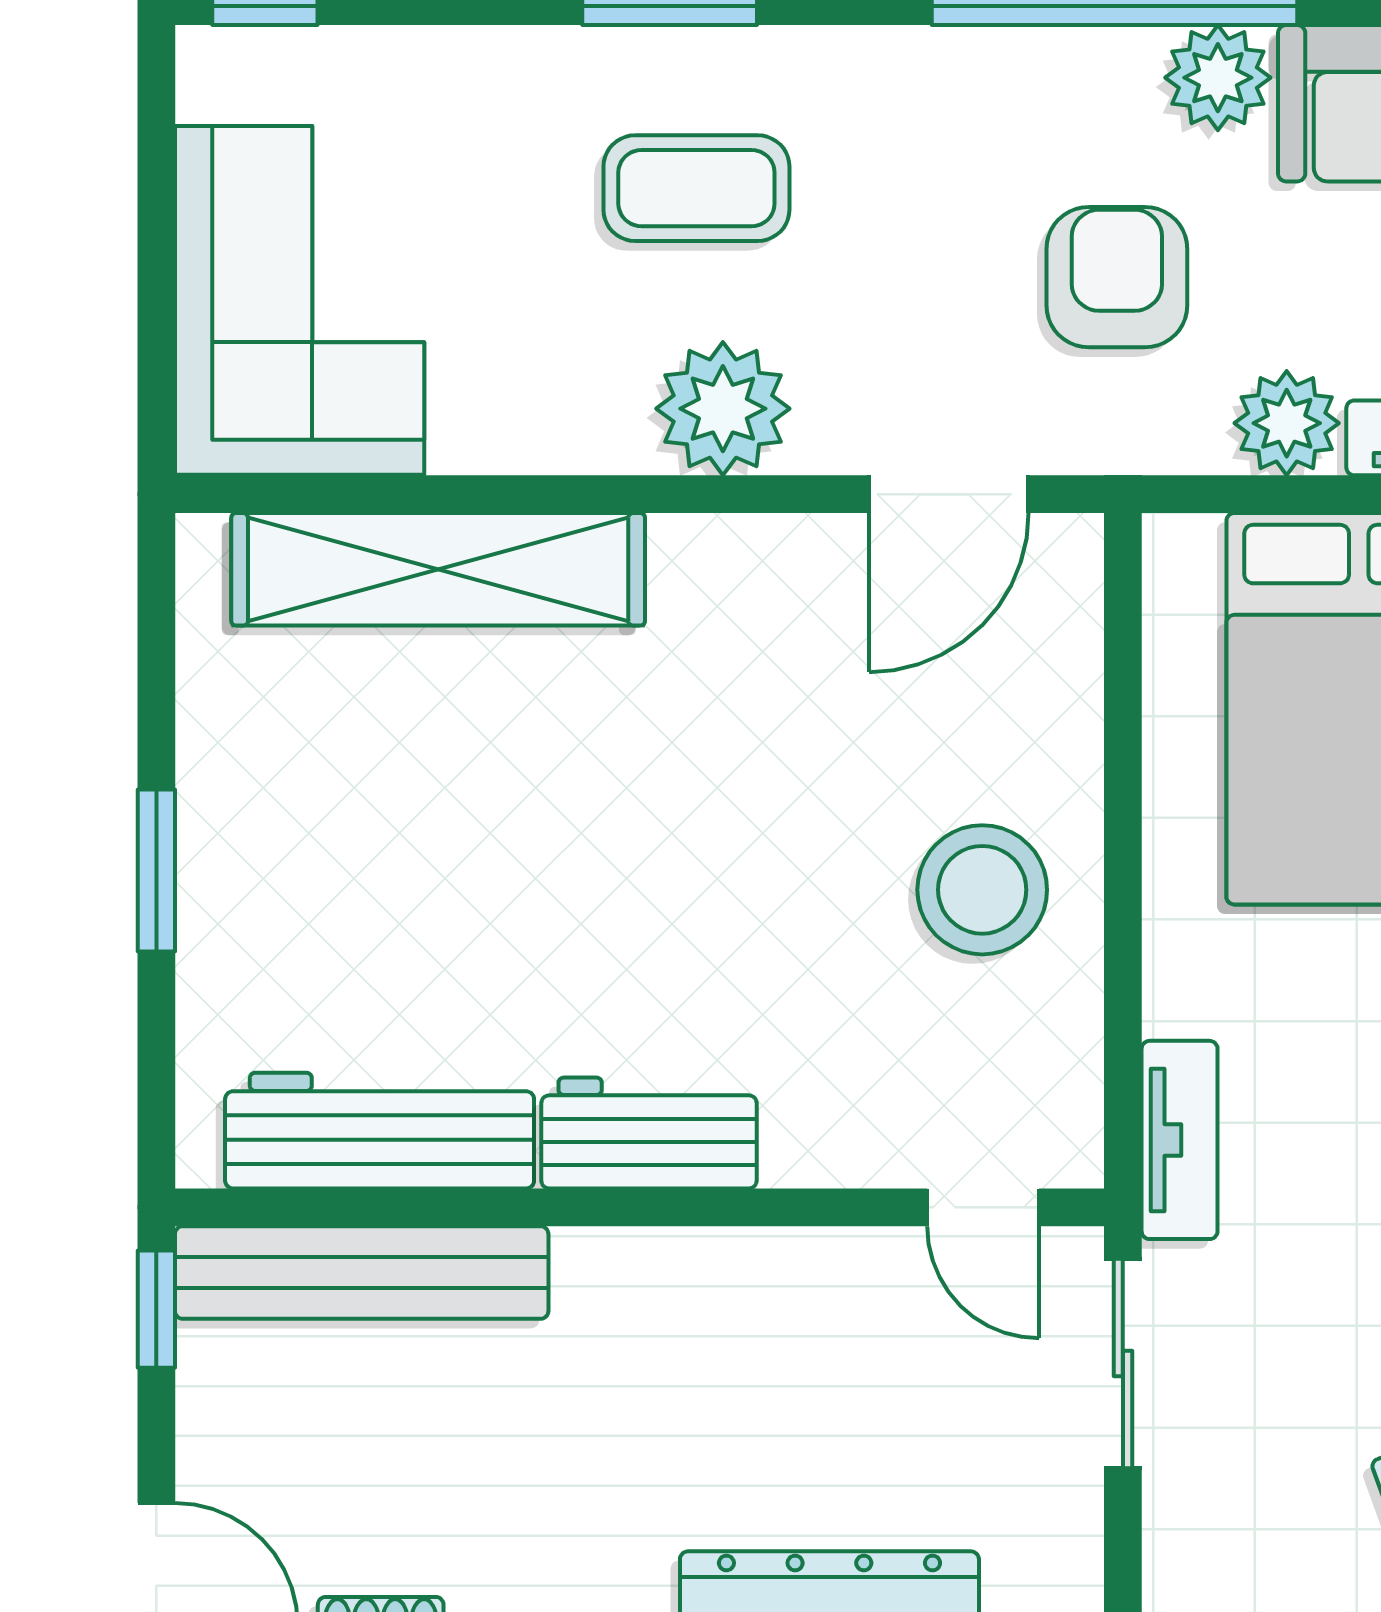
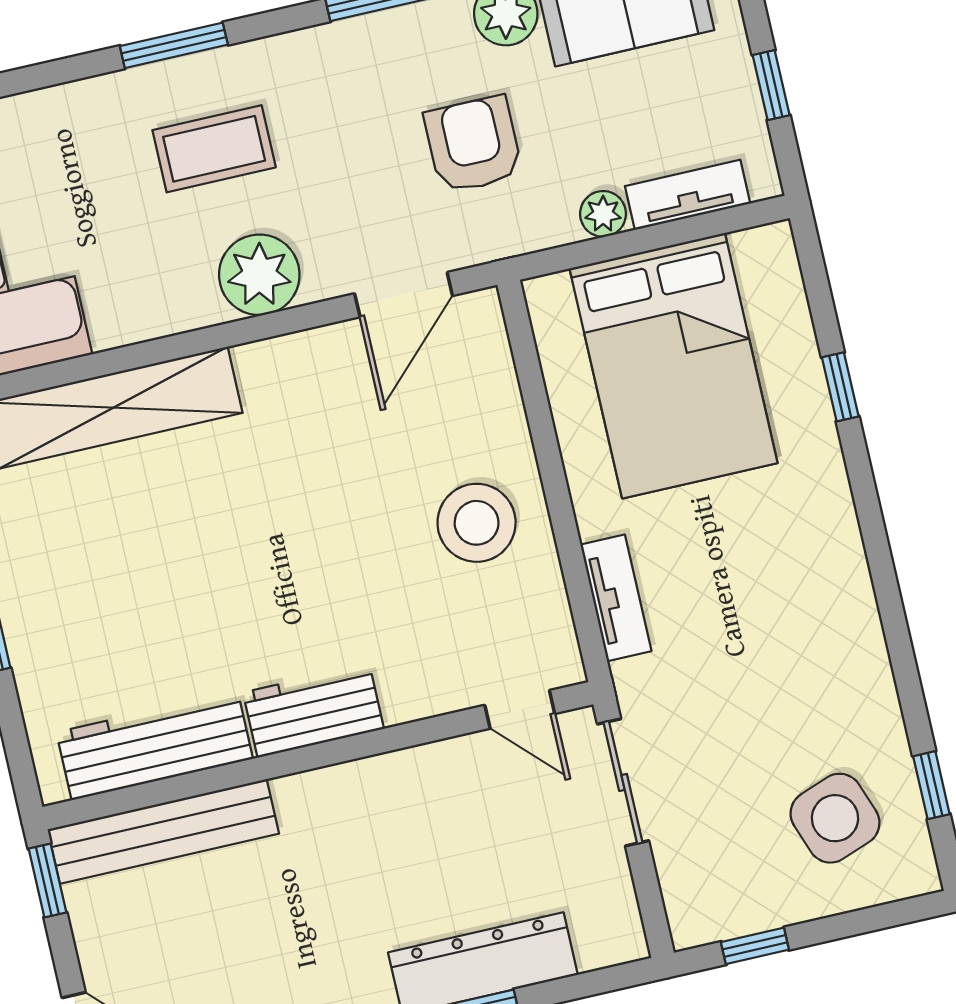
plant: (1287, 423) -> (603, 214), width x0.73, depth x0.73
tv unit: (1180, 1140) -> (616, 598), moved

